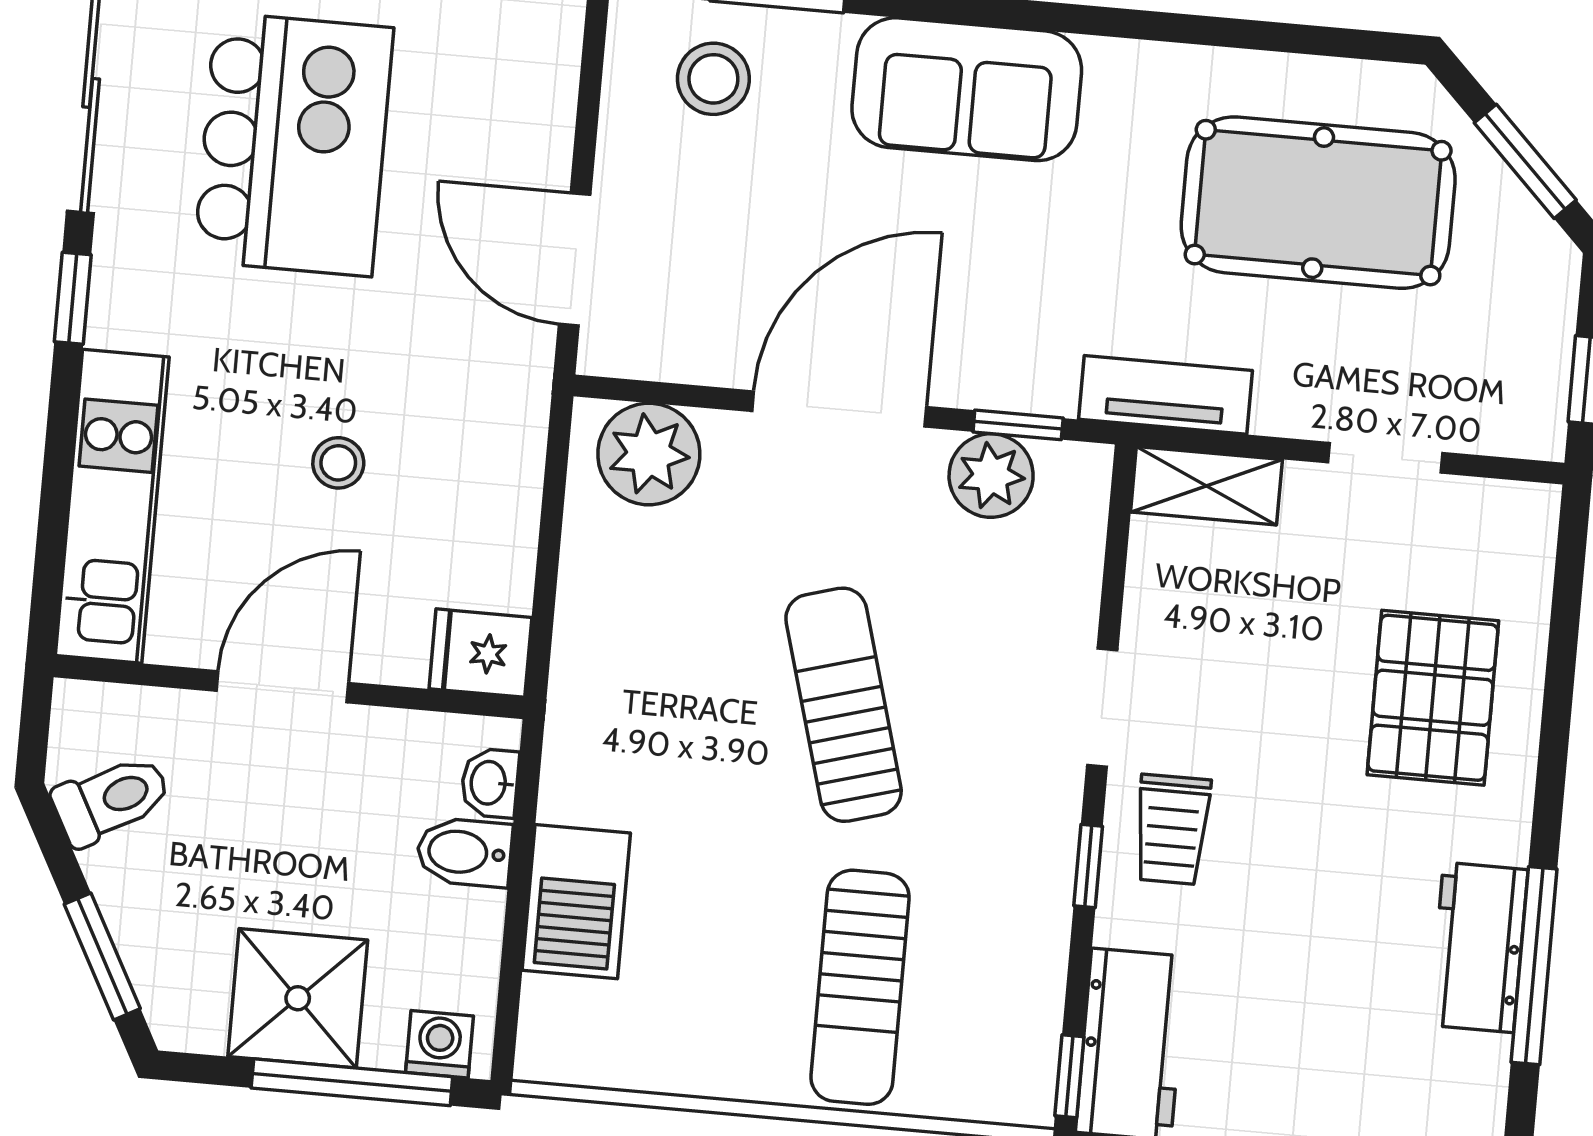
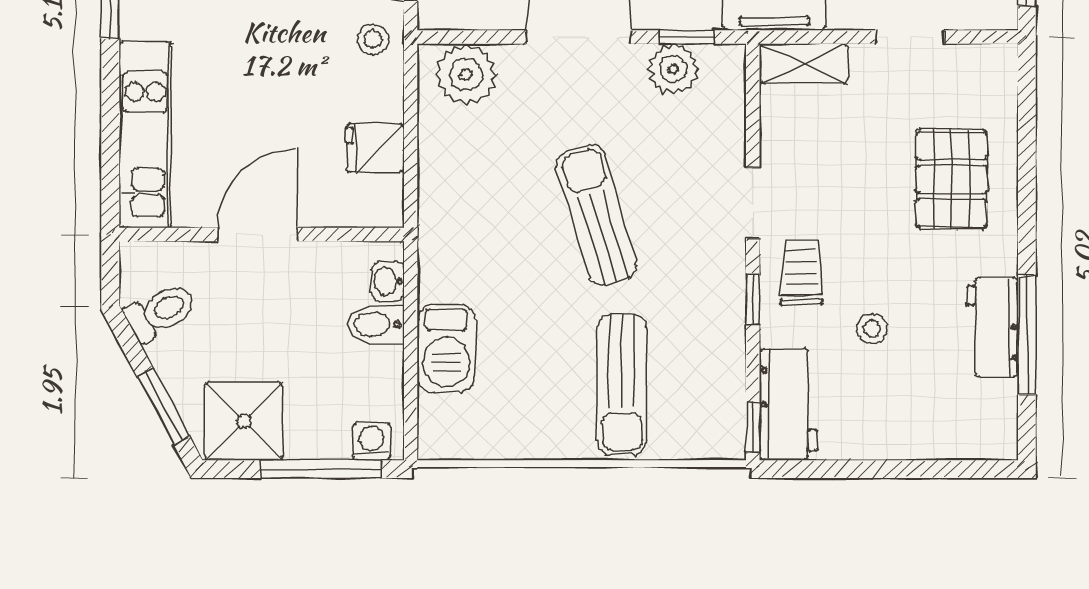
stool: (338, 463) -> (373, 39), moved
fridge: (480, 653) -> (375, 148), moved
trolley: (1172, 829) -> (801, 273), turned 180
stool: (1280, 932) -> (872, 329), added
shower: (298, 998) -> (244, 421), moved

